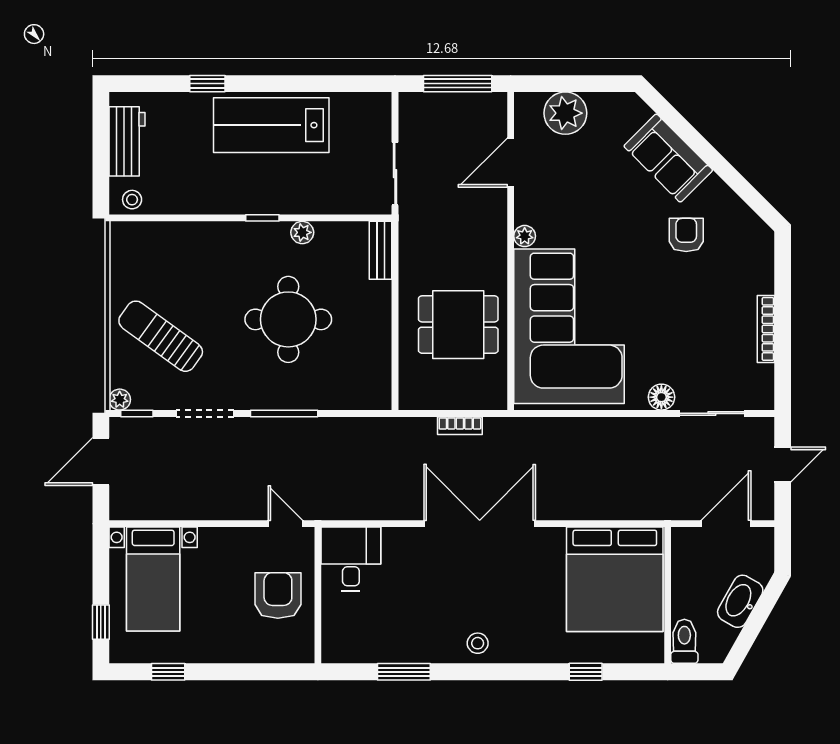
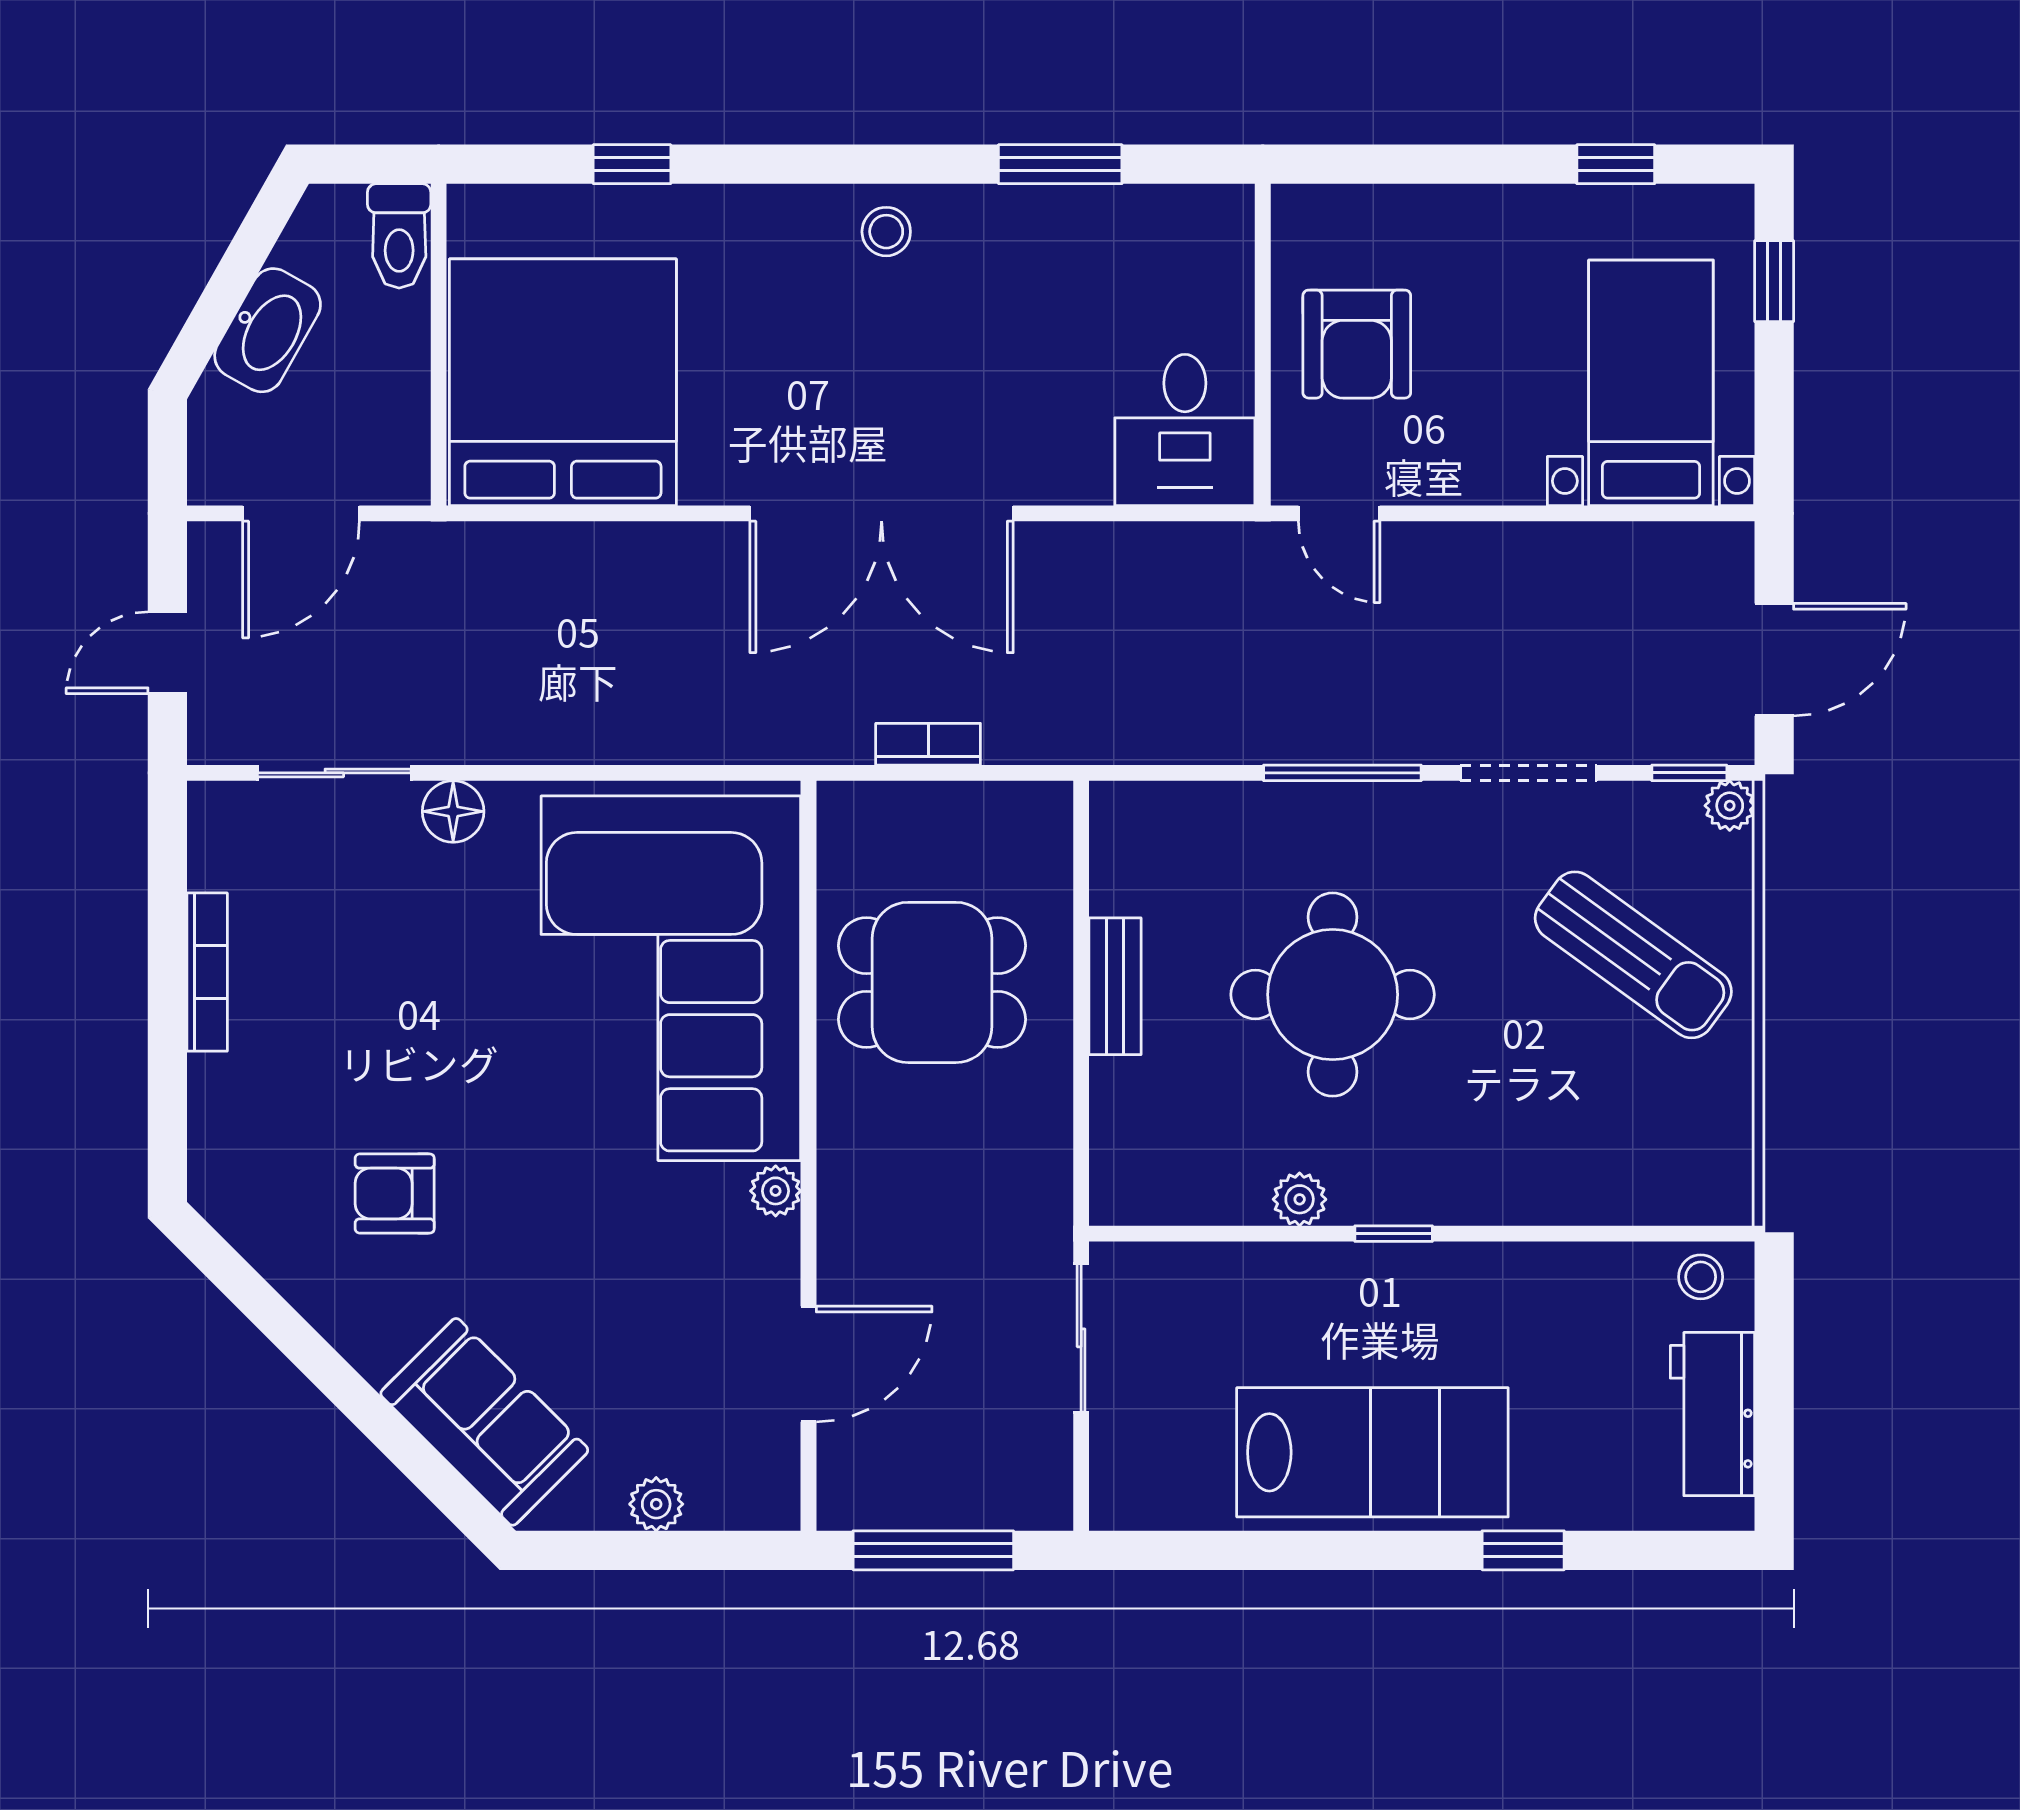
plant: (565, 113) -> (656, 1504), width x0.53, depth x0.53
sofa: (668, 158) -> (484, 1422), moved
armchair: (686, 235) -> (395, 1194), turned 90
bench: (381, 250) -> (1115, 986), moved

